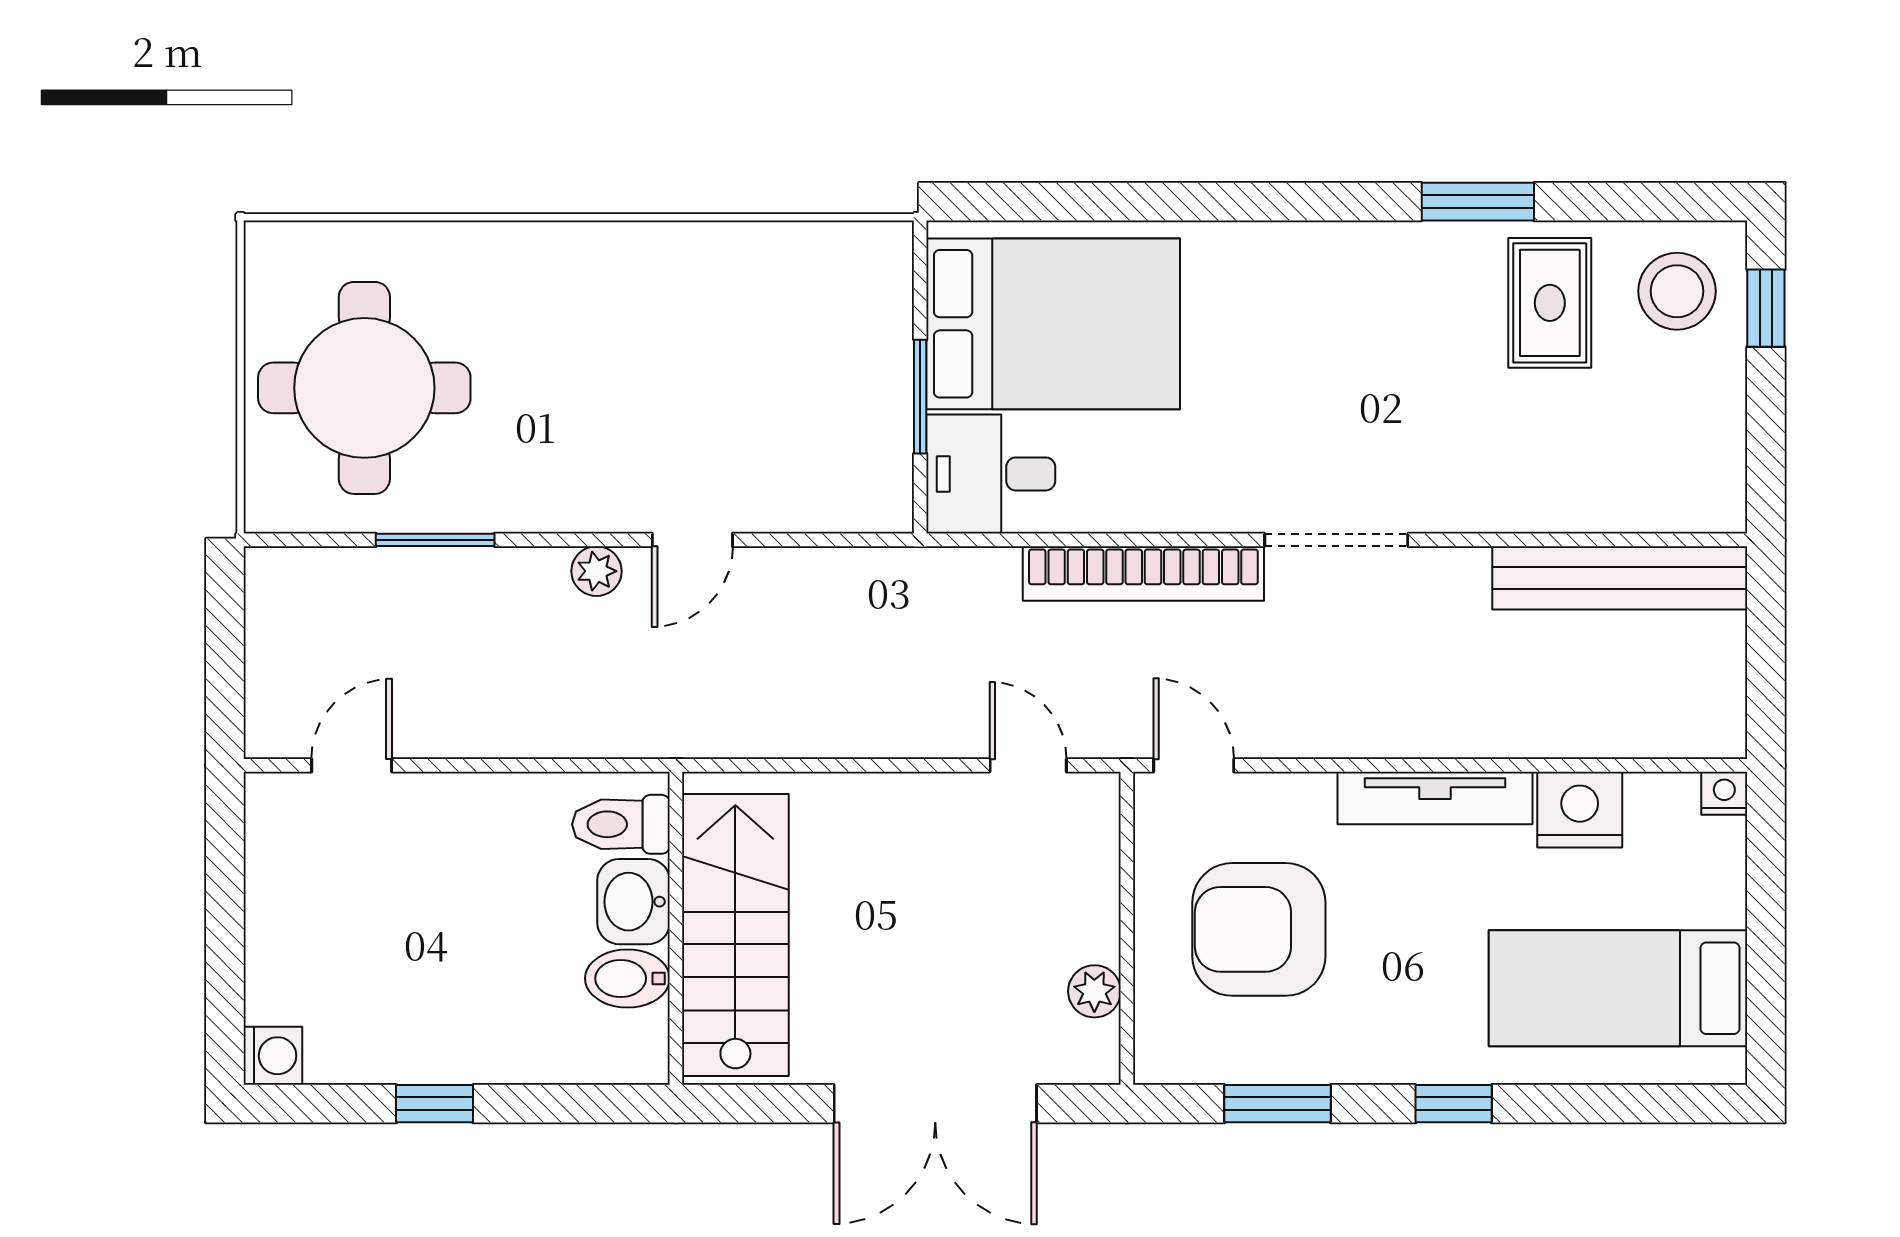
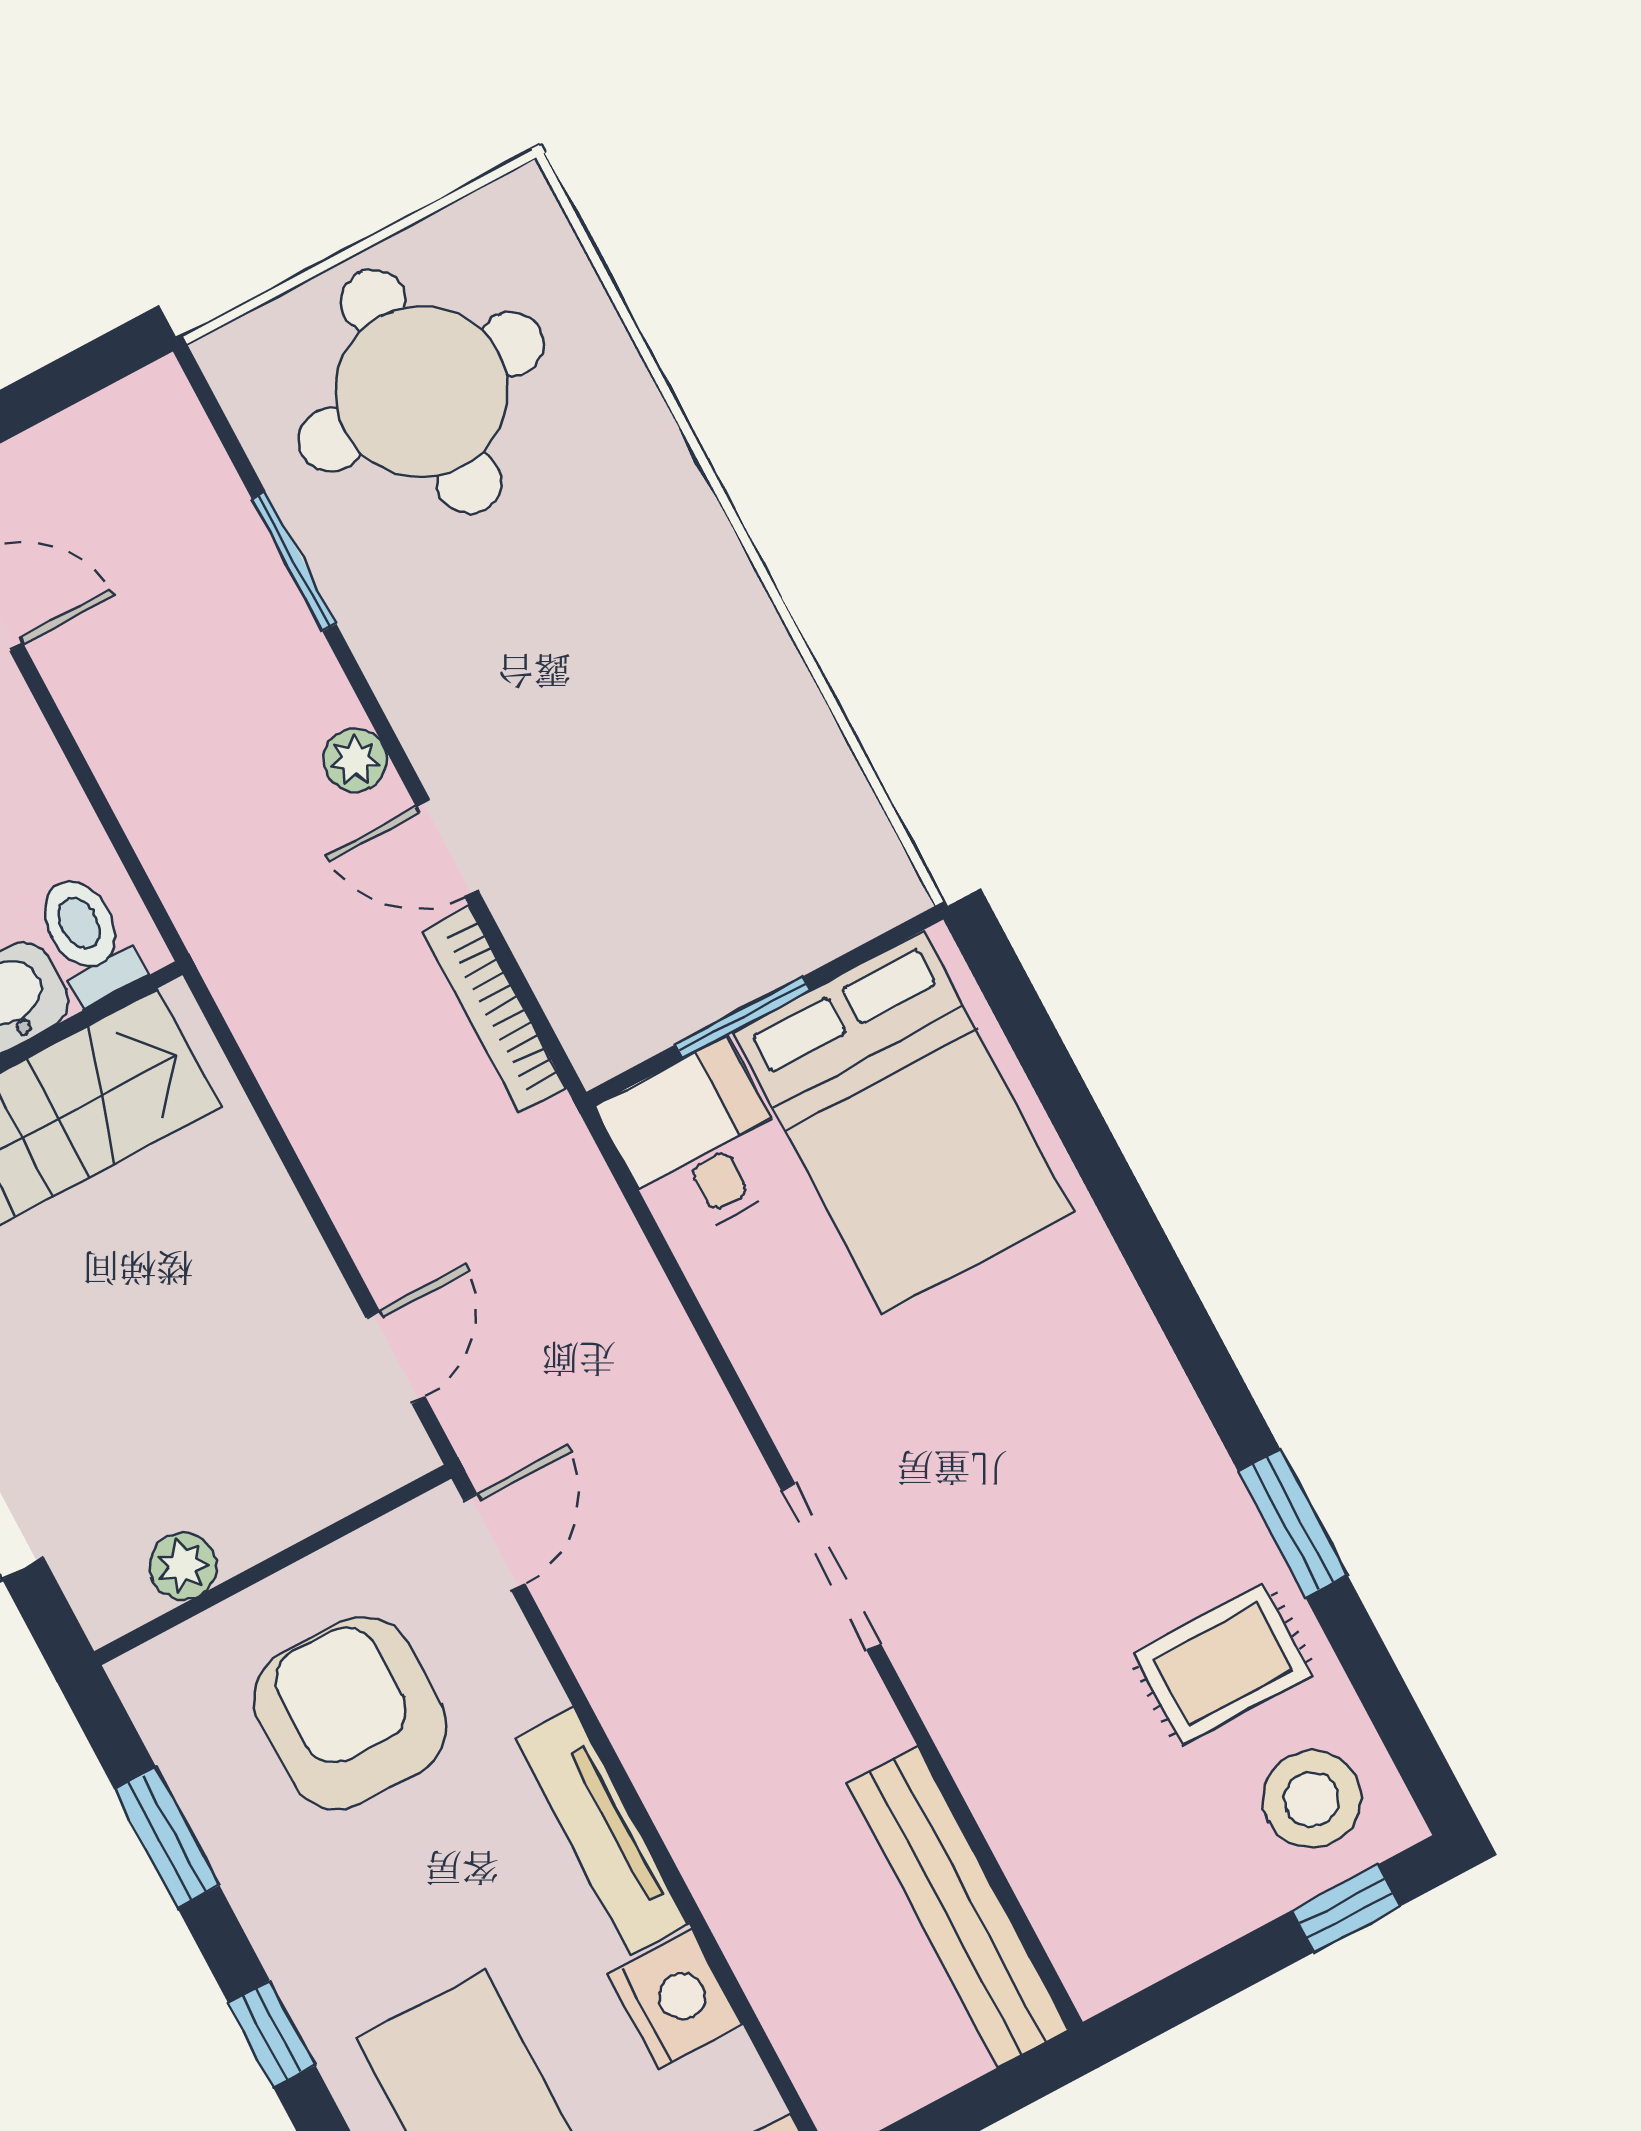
bookcase: (1143, 574) -> (494, 1009), moved, width x0.68, depth x0.76

